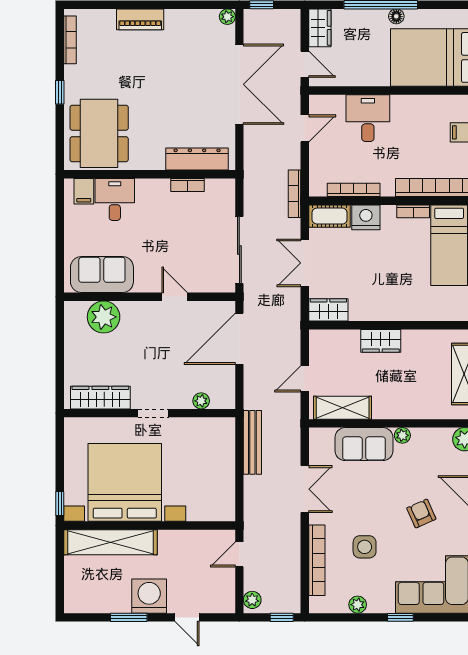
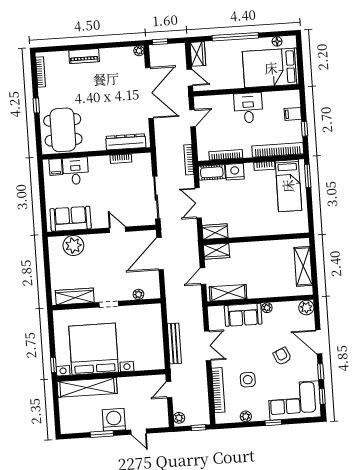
floor lamp: (396, 16) -> (277, 41), moved
desk: (368, 118) -> (248, 108), moved
wardrobe: (381, 341) -> (217, 251), moved
bench: (252, 442) -> (174, 343), moved

